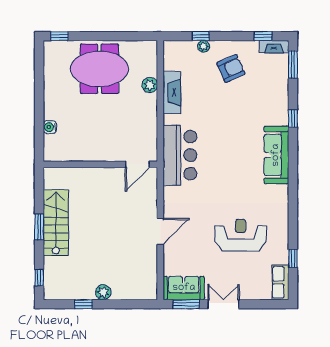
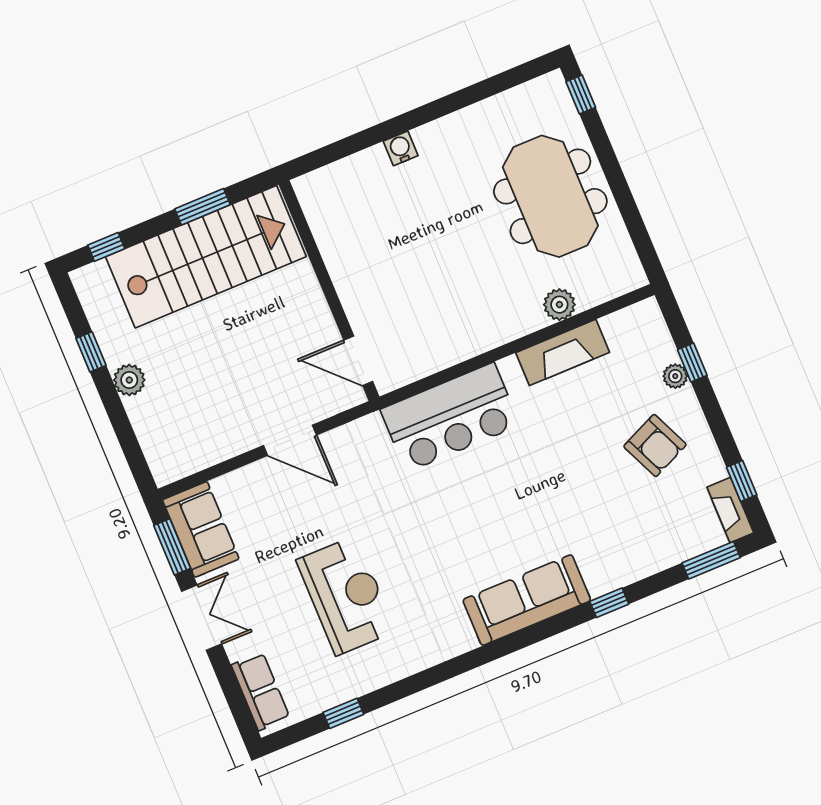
wall: (100, 164) -> (329, 291), moved
door: (137, 164) -> (358, 361), moved
stairs: (56, 223) -> (206, 257), width x1.36, depth x1.51
row of seats: (280, 282) -> (260, 691), moved, turned 90

